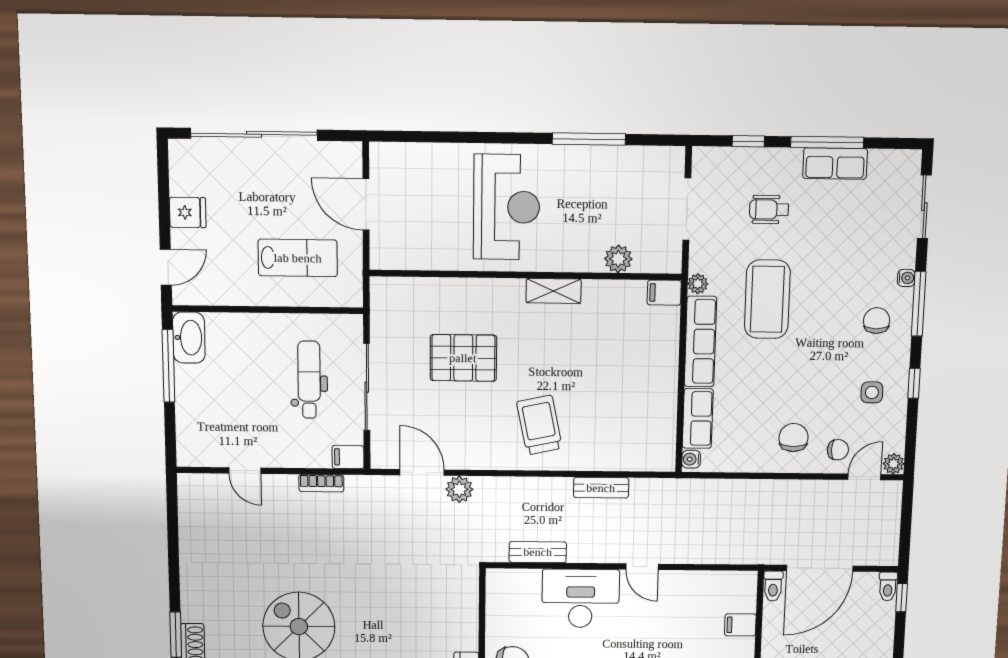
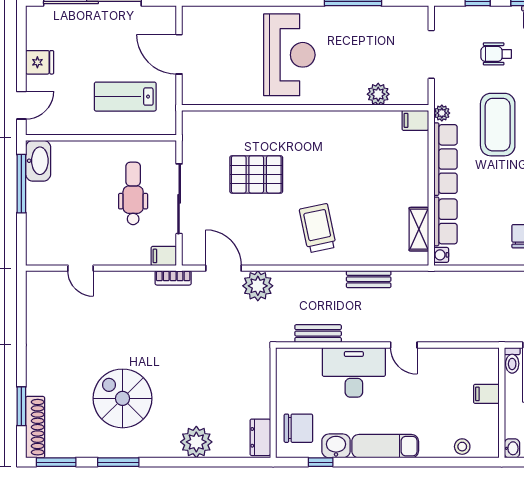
lab bench: (298, 258) -> (125, 97), turned 180
shelving: (554, 291) -> (419, 229), moved, turned 90
bookcase: (321, 483) -> (173, 278), moved
plant: (459, 489) -> (258, 286), width x1.36, depth x1.36

